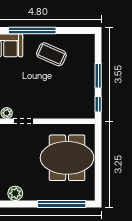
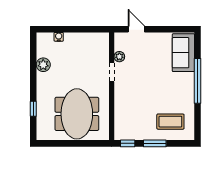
coffee table: (51, 54) -> (170, 122), moved, turned 66
window: (62, 204) -> (33, 109), width x0.32

